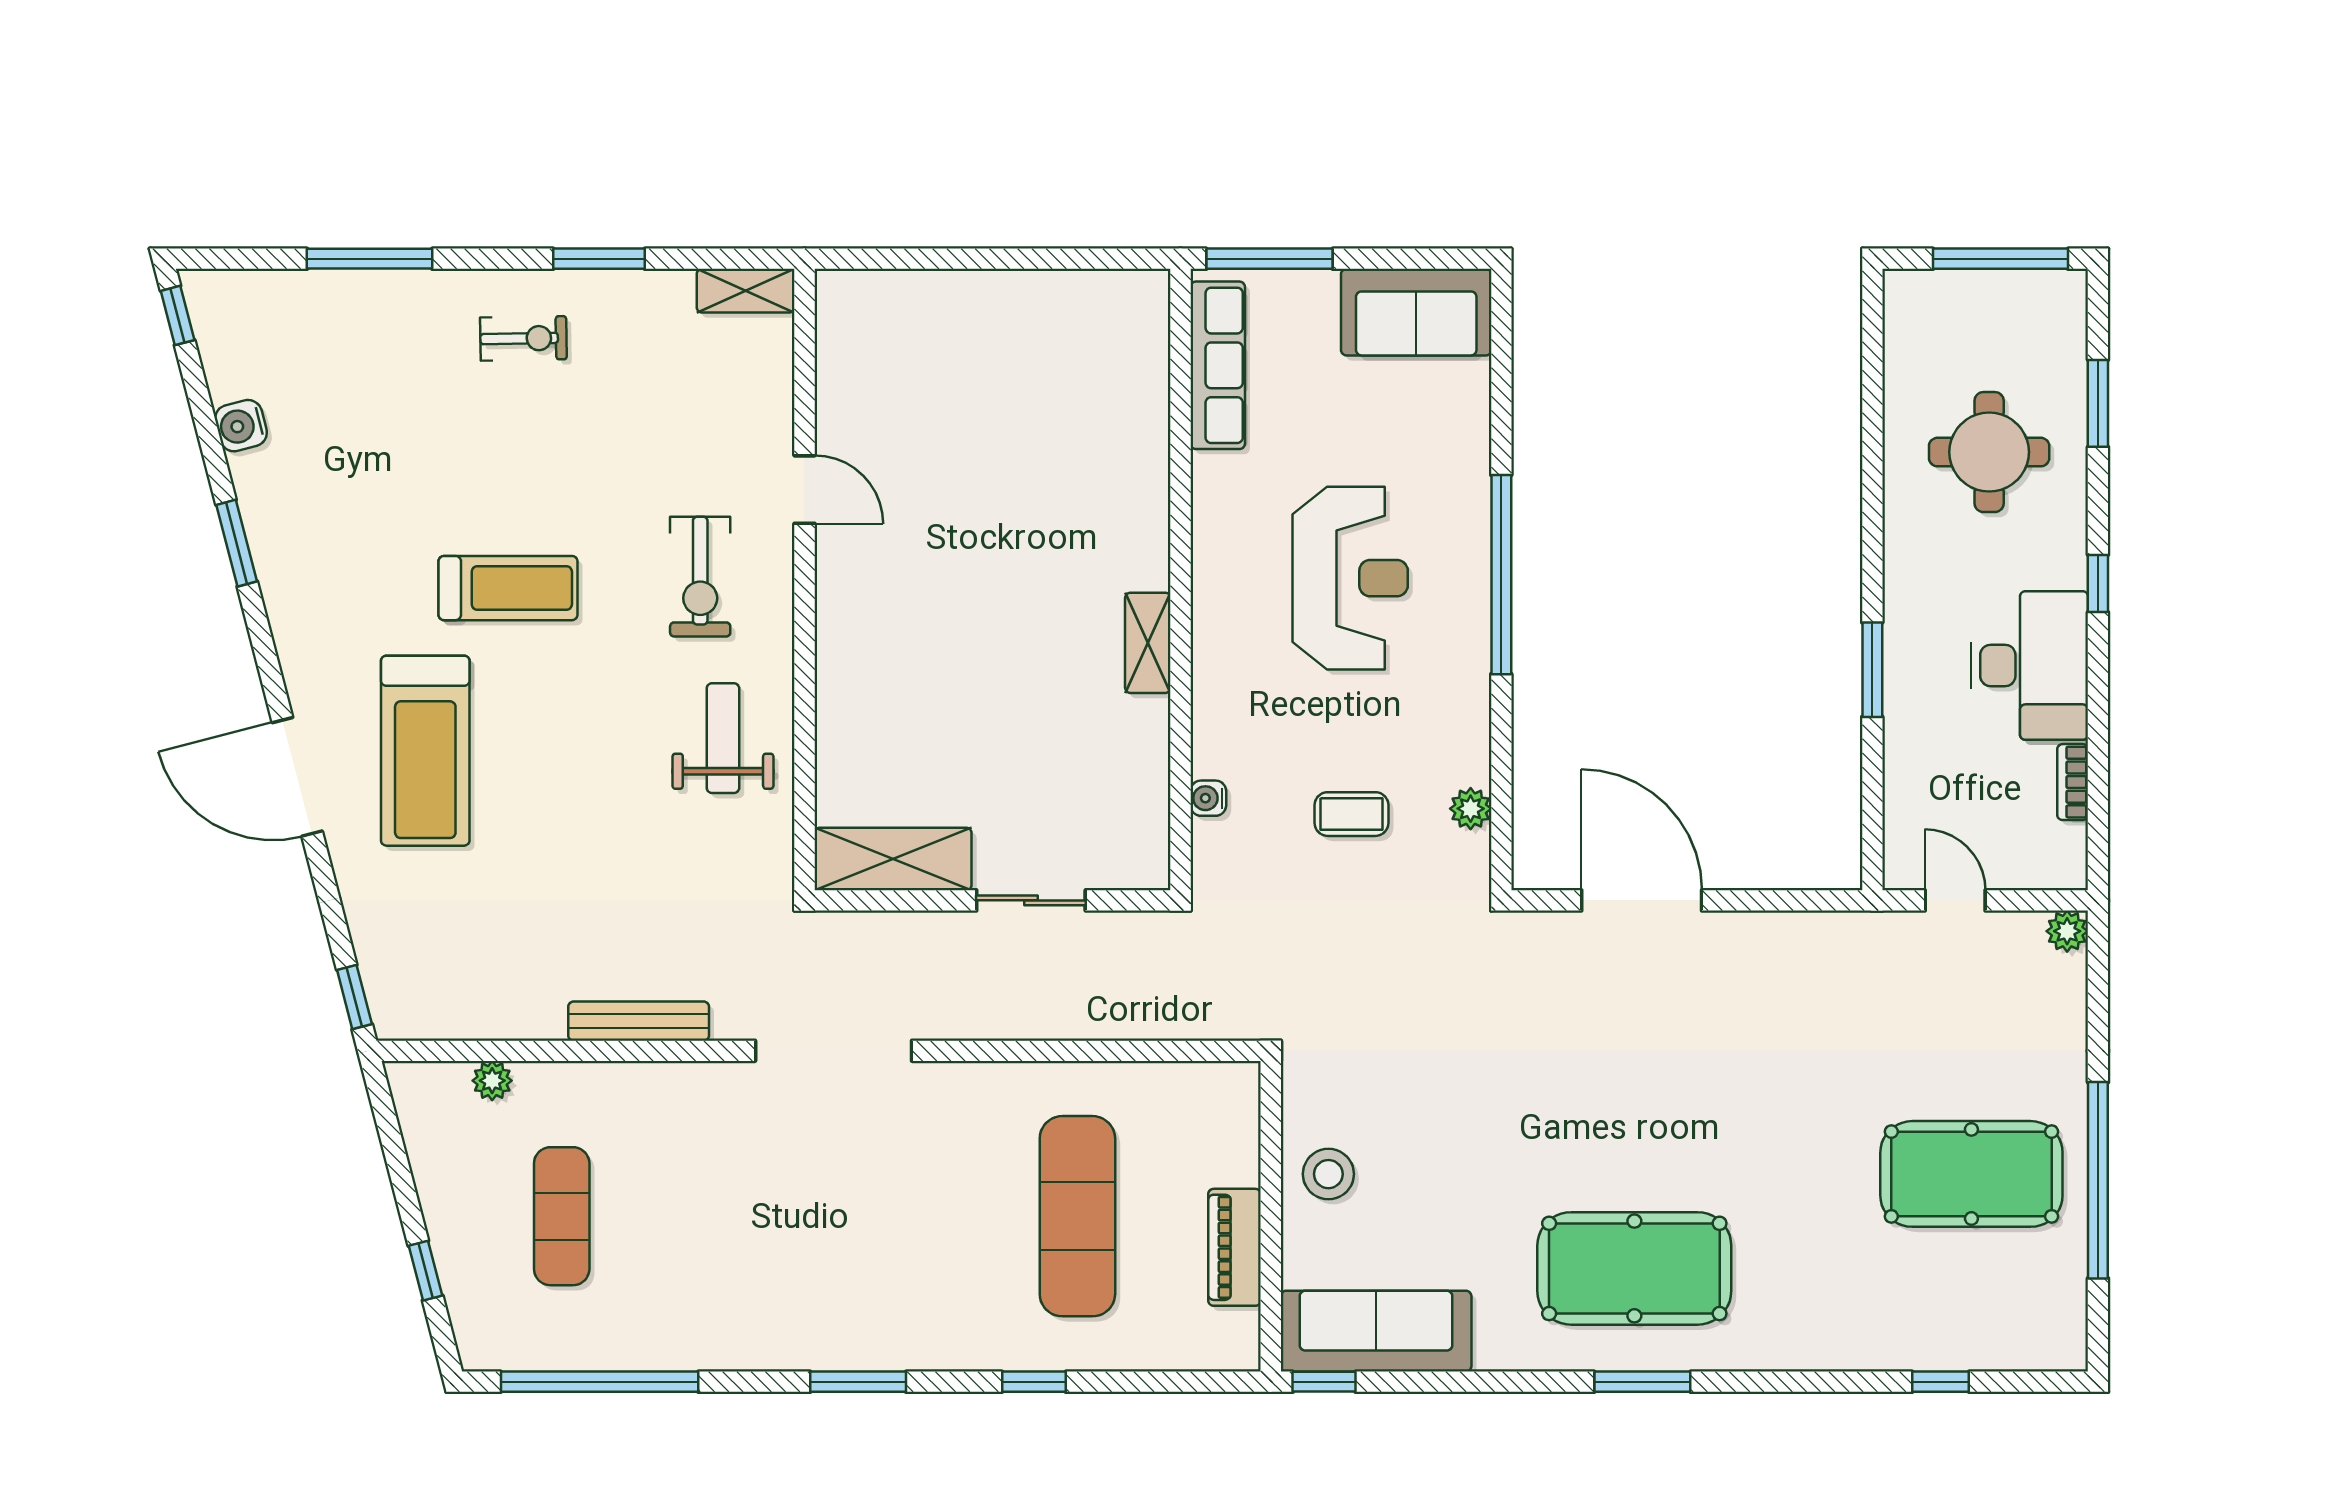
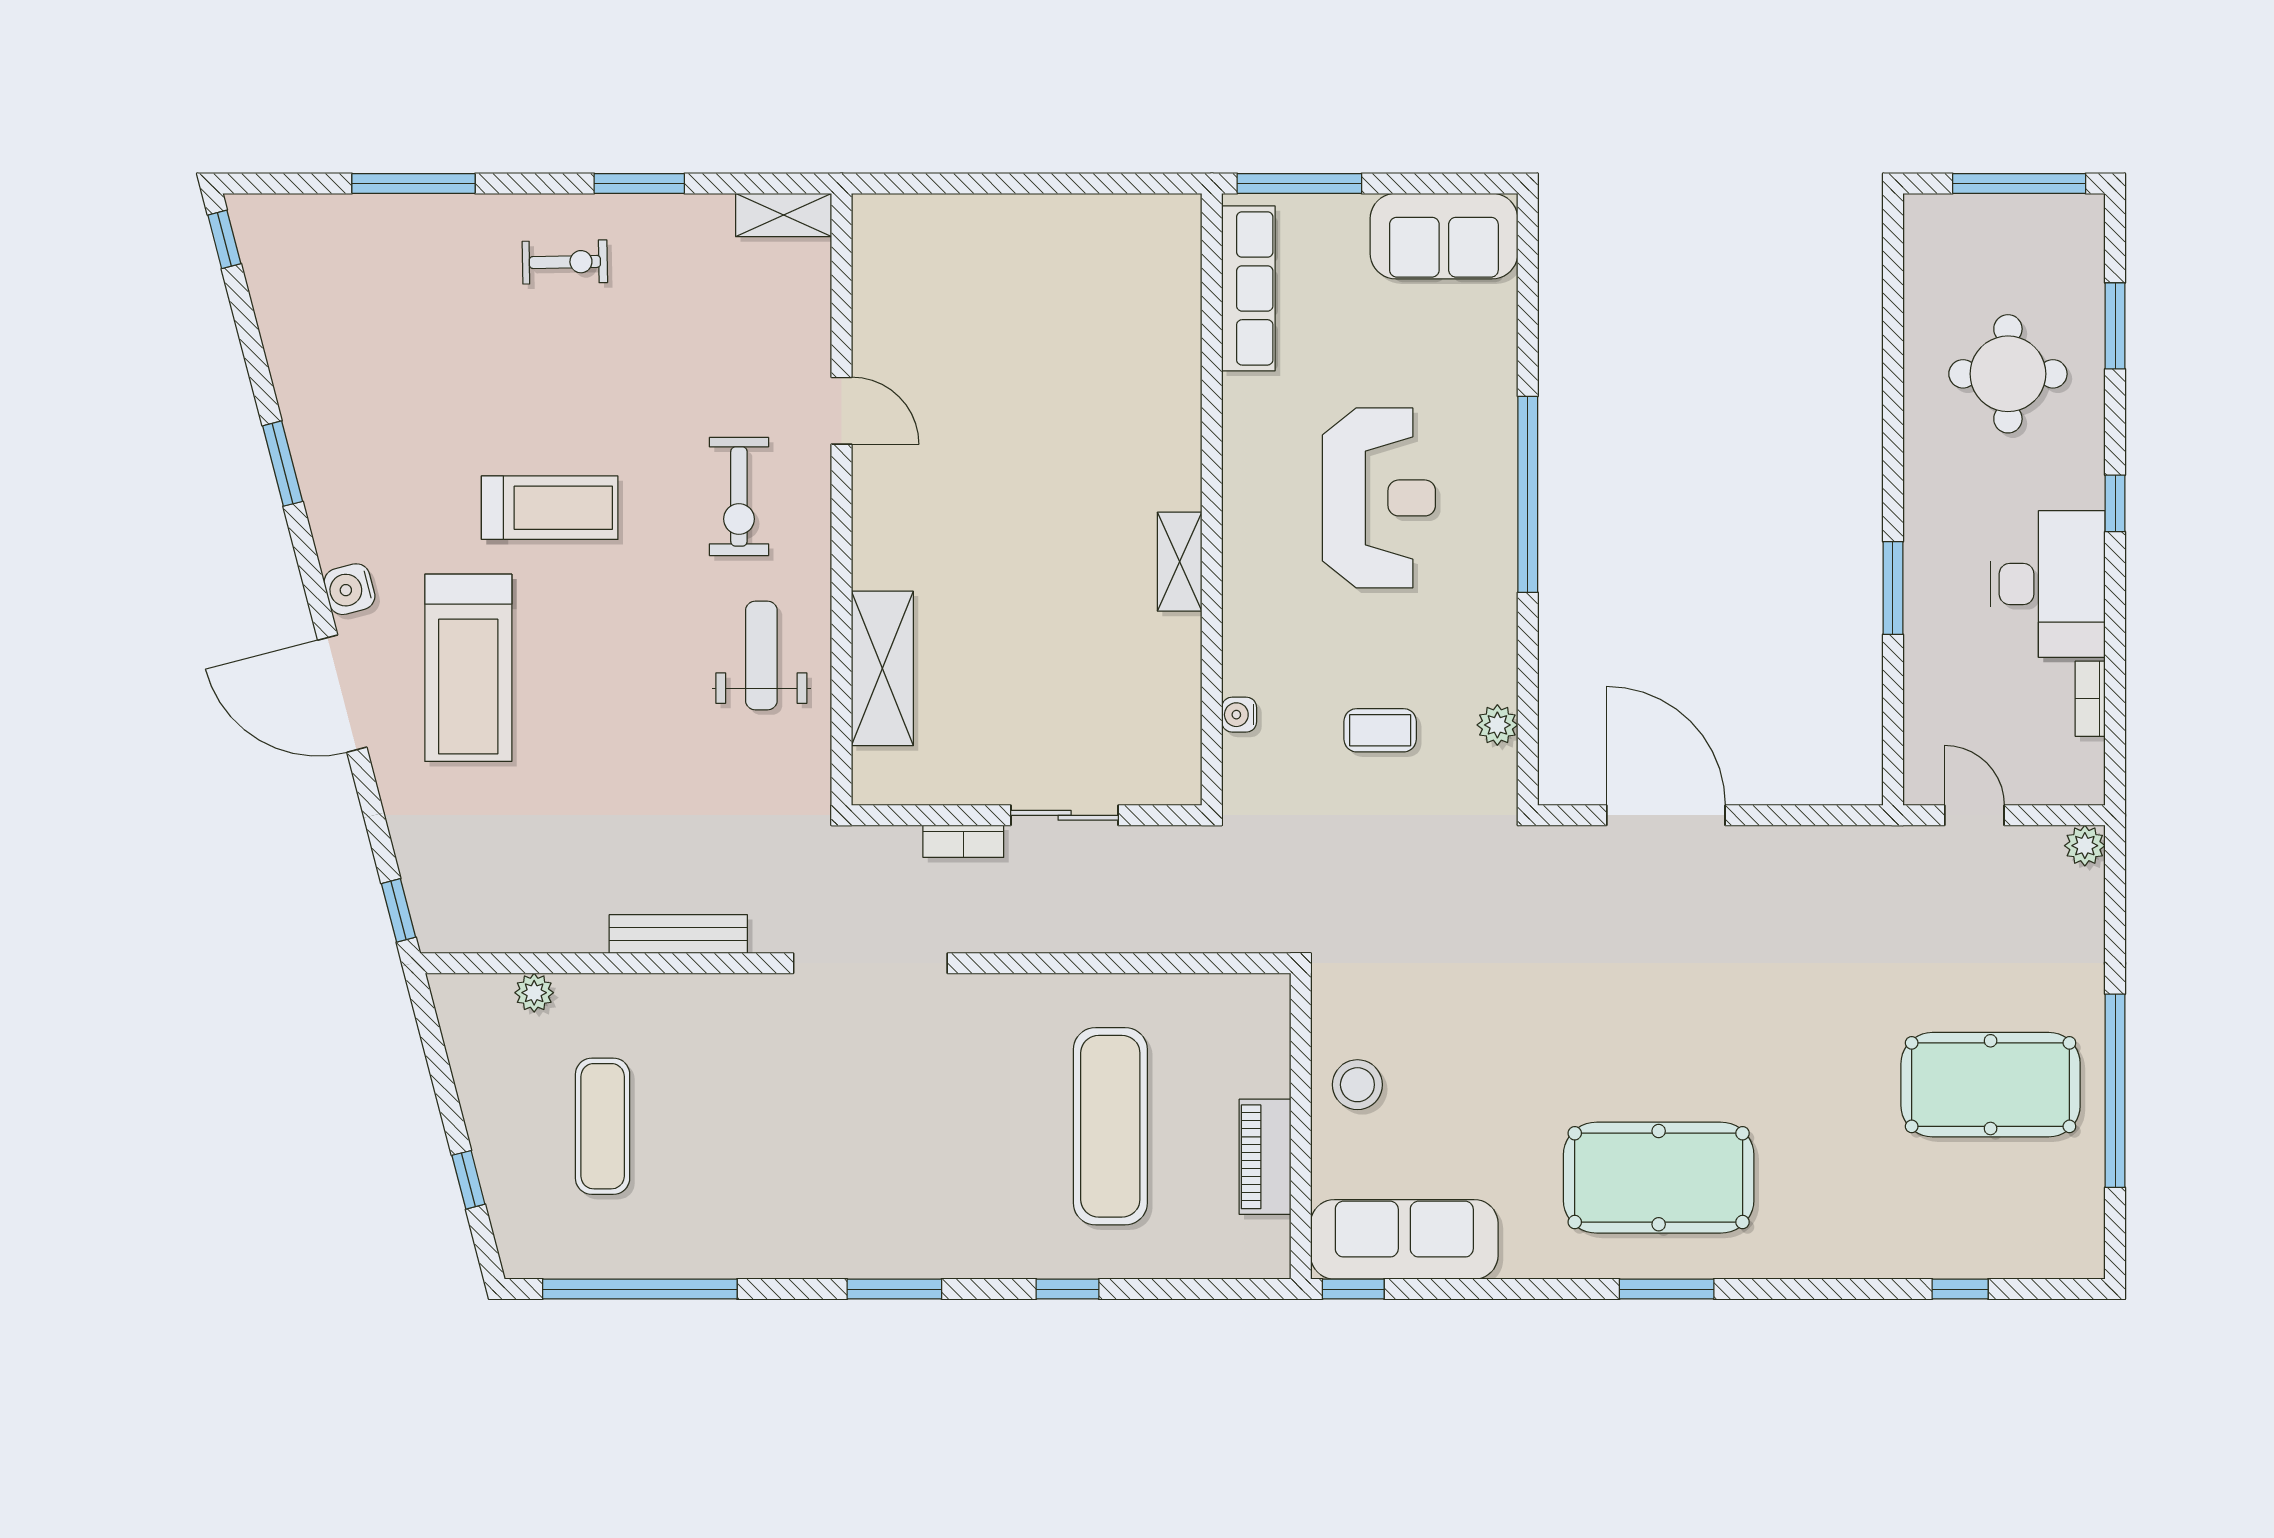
water cooler: (241, 426) -> (349, 589), moved
shelving: (893, 859) -> (882, 668), moved, turned 90
bookcase: (928, 927) -> (963, 841), added

